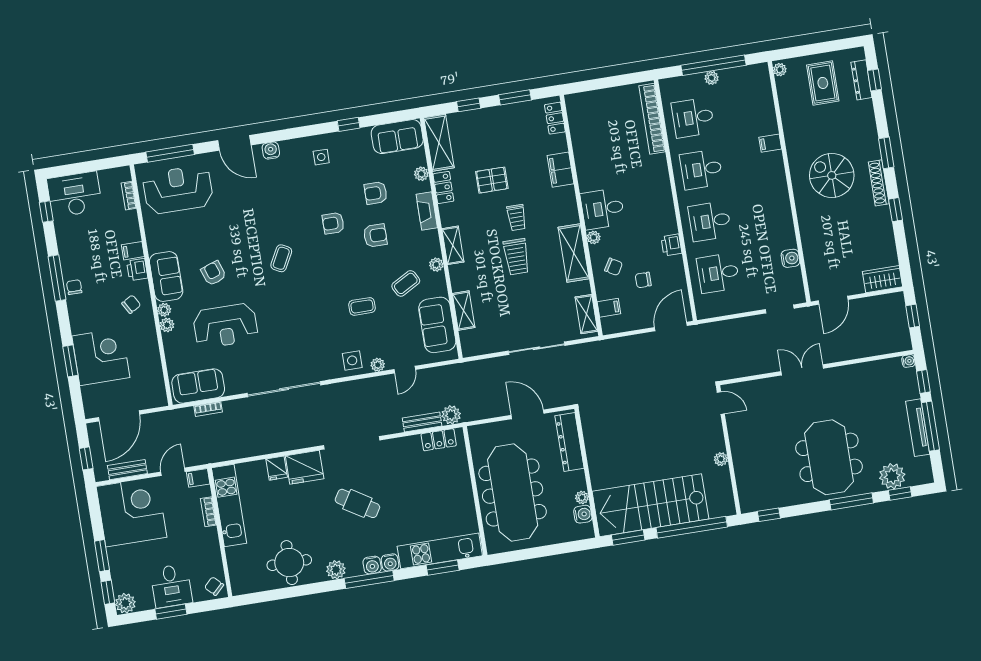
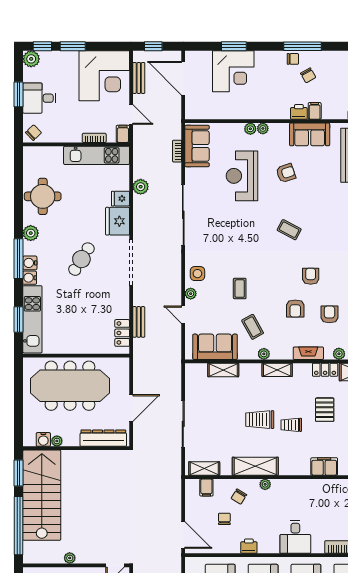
desk: (603, 209) -> (295, 537), moved, turned 180
sofa: (166, 276) -> (310, 134), moved
chair: (131, 304) -> (308, 75), moved
plant: (451, 415) -> (141, 187), moved

